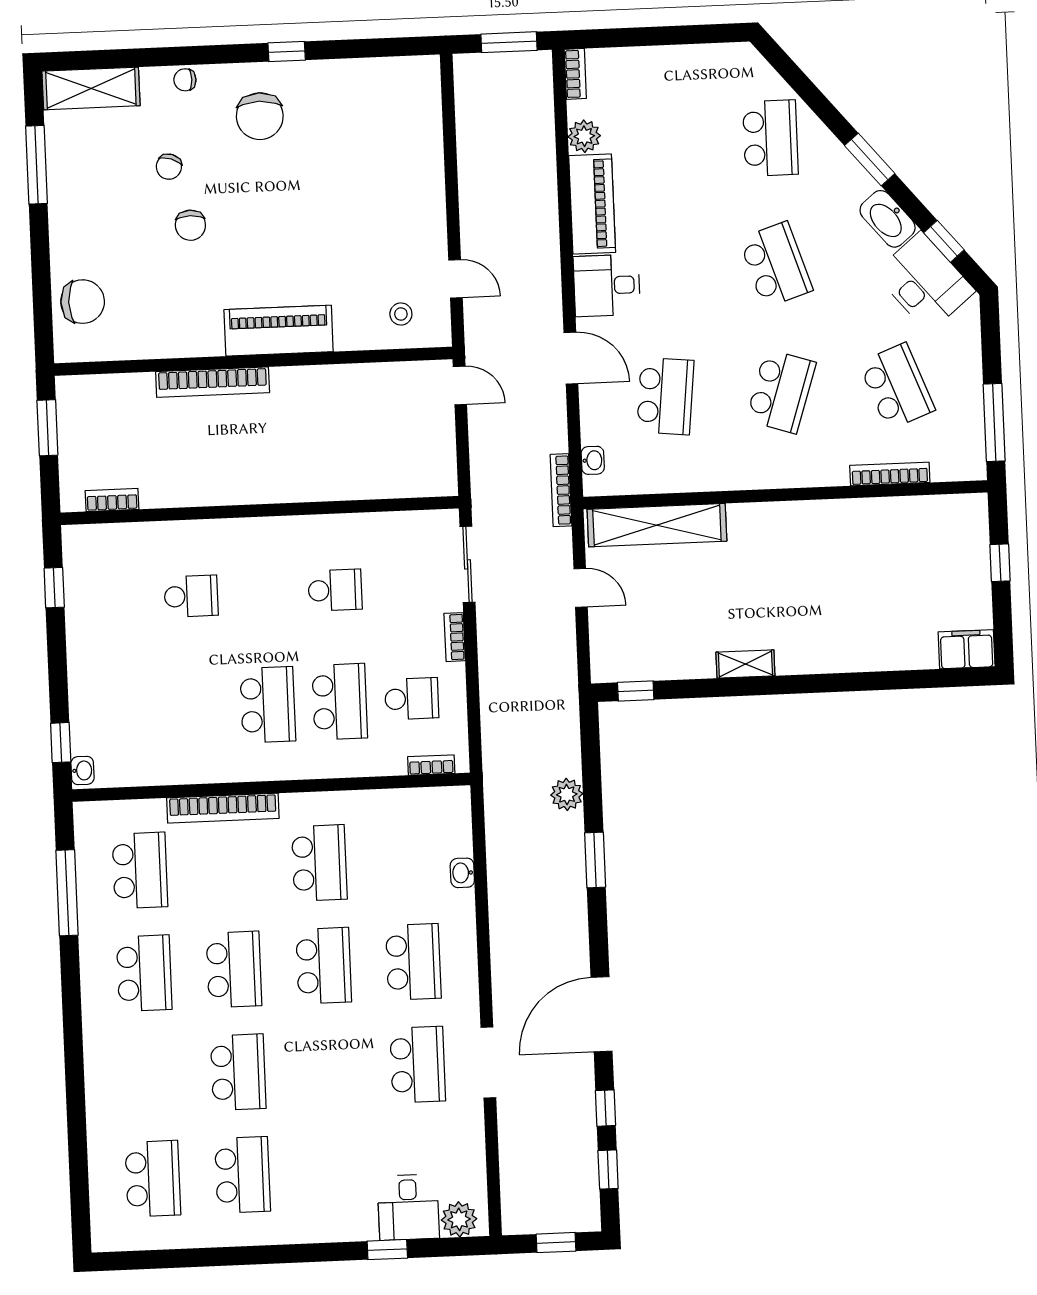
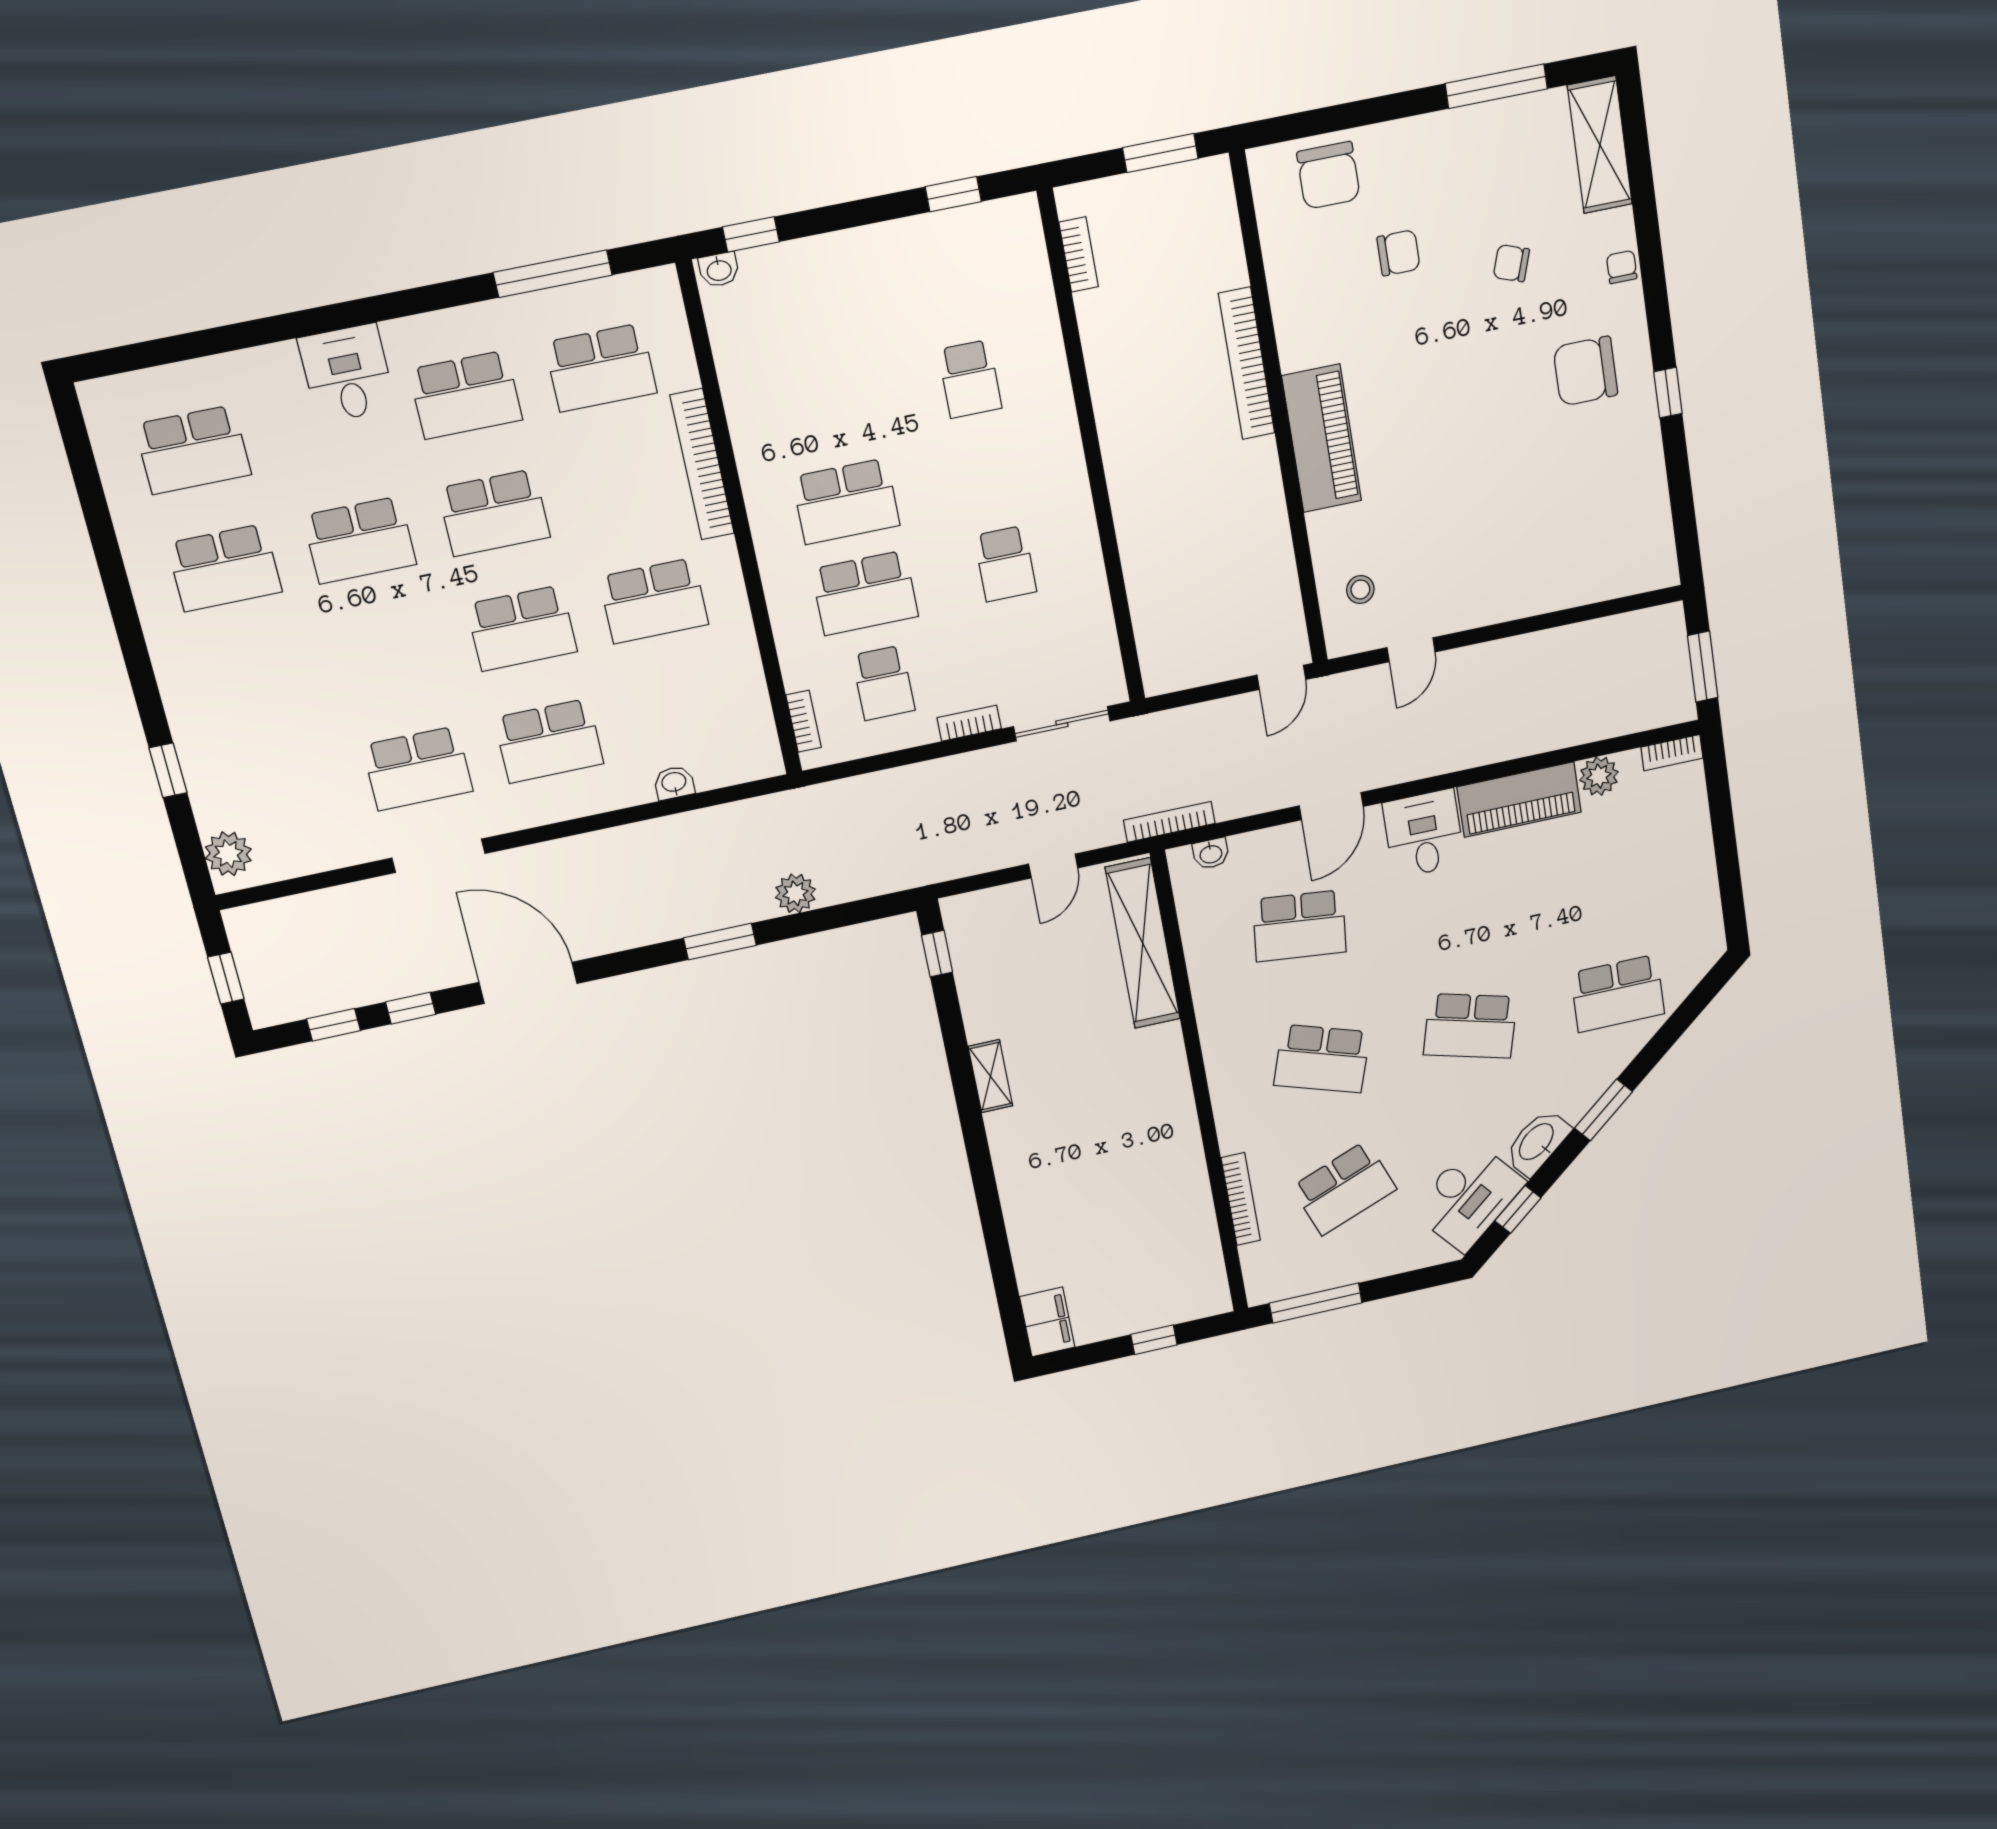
chair: (190, 225) -> (1398, 253), moved, turned 180
school desk: (776, 265) -> (1470, 1026), turned 33
desk: (408, 1207) -> (347, 373), moved, turned 90

